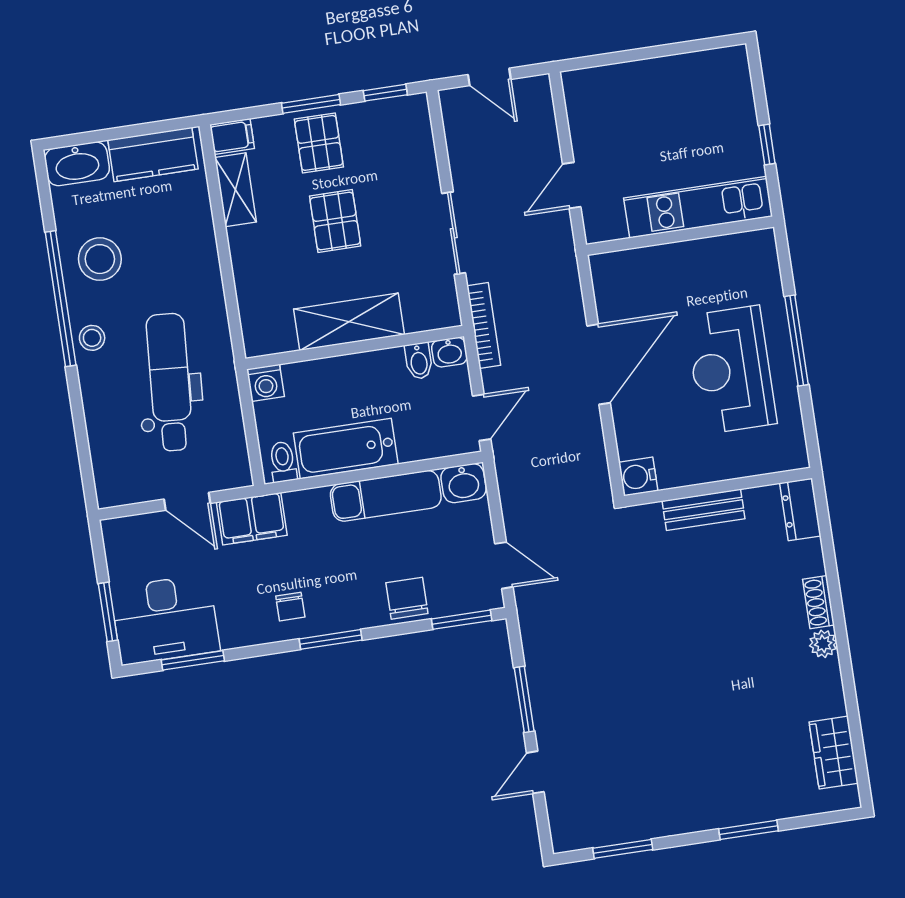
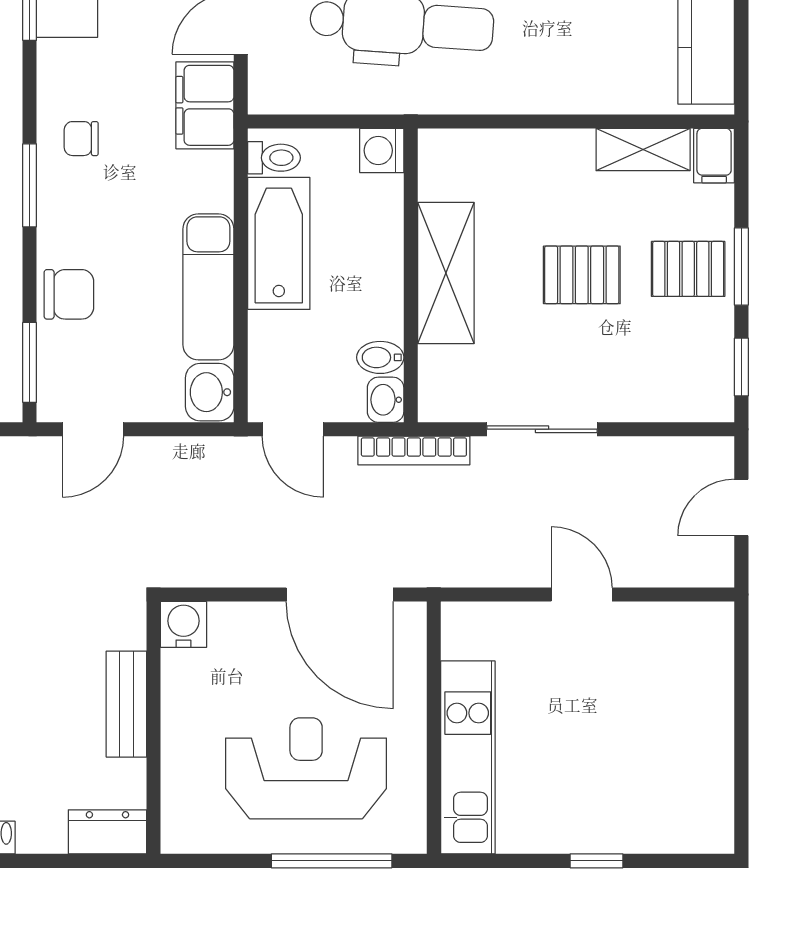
kitchen unit: (698, 207) -> (468, 757), moved
wall: (680, 236) -> (434, 728), moved

